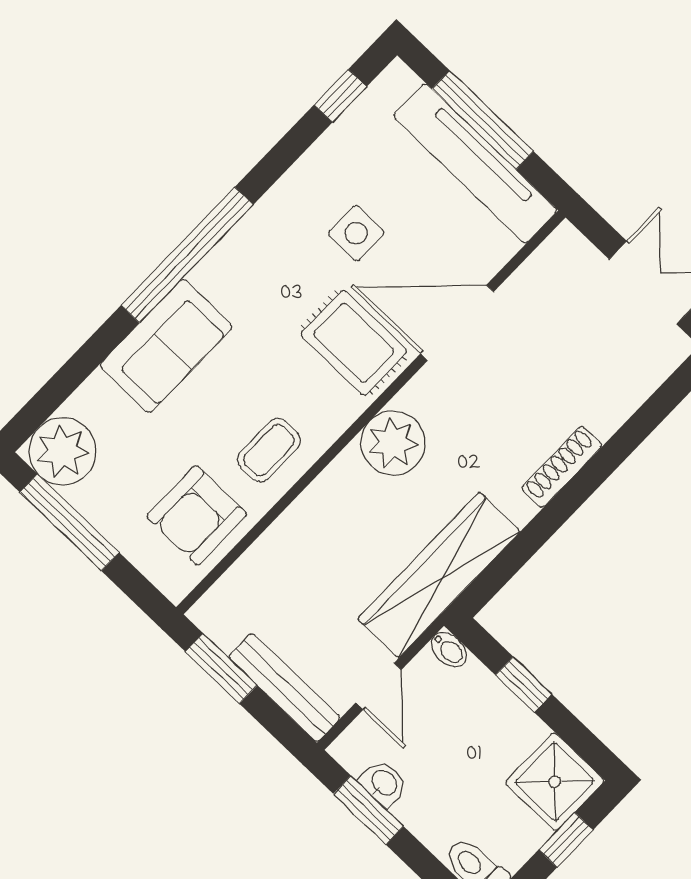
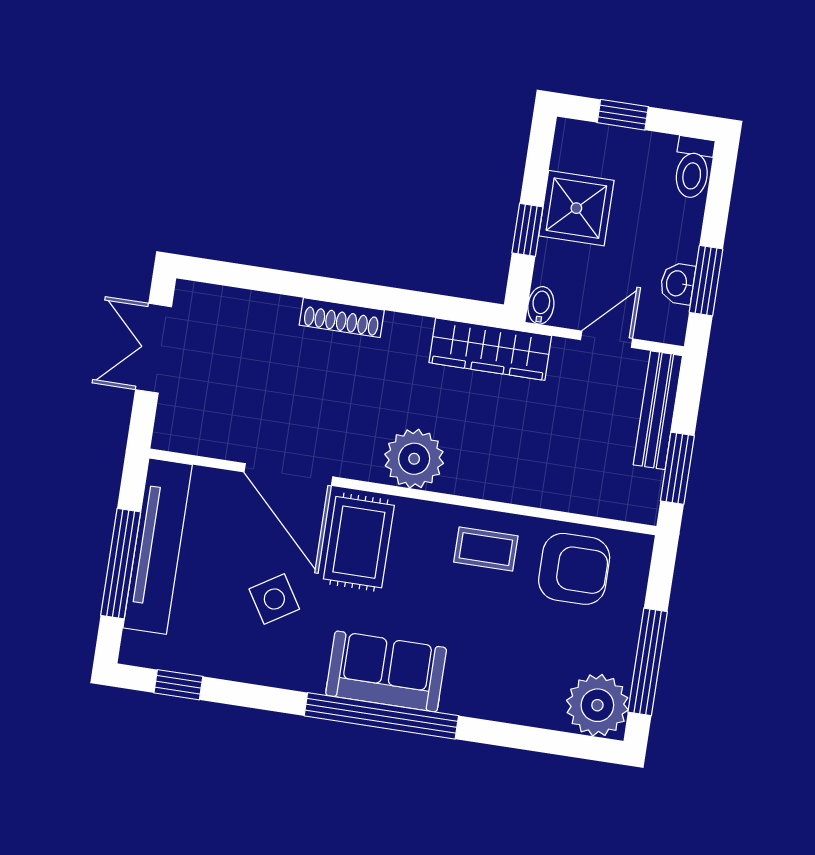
side table: (356, 233) -> (274, 599), turned -32
sofa: (166, 346) -> (386, 671), moved
wardrobe: (439, 575) -> (490, 349), width x0.71, depth x0.85
shower: (555, 782) -> (576, 208), moved

